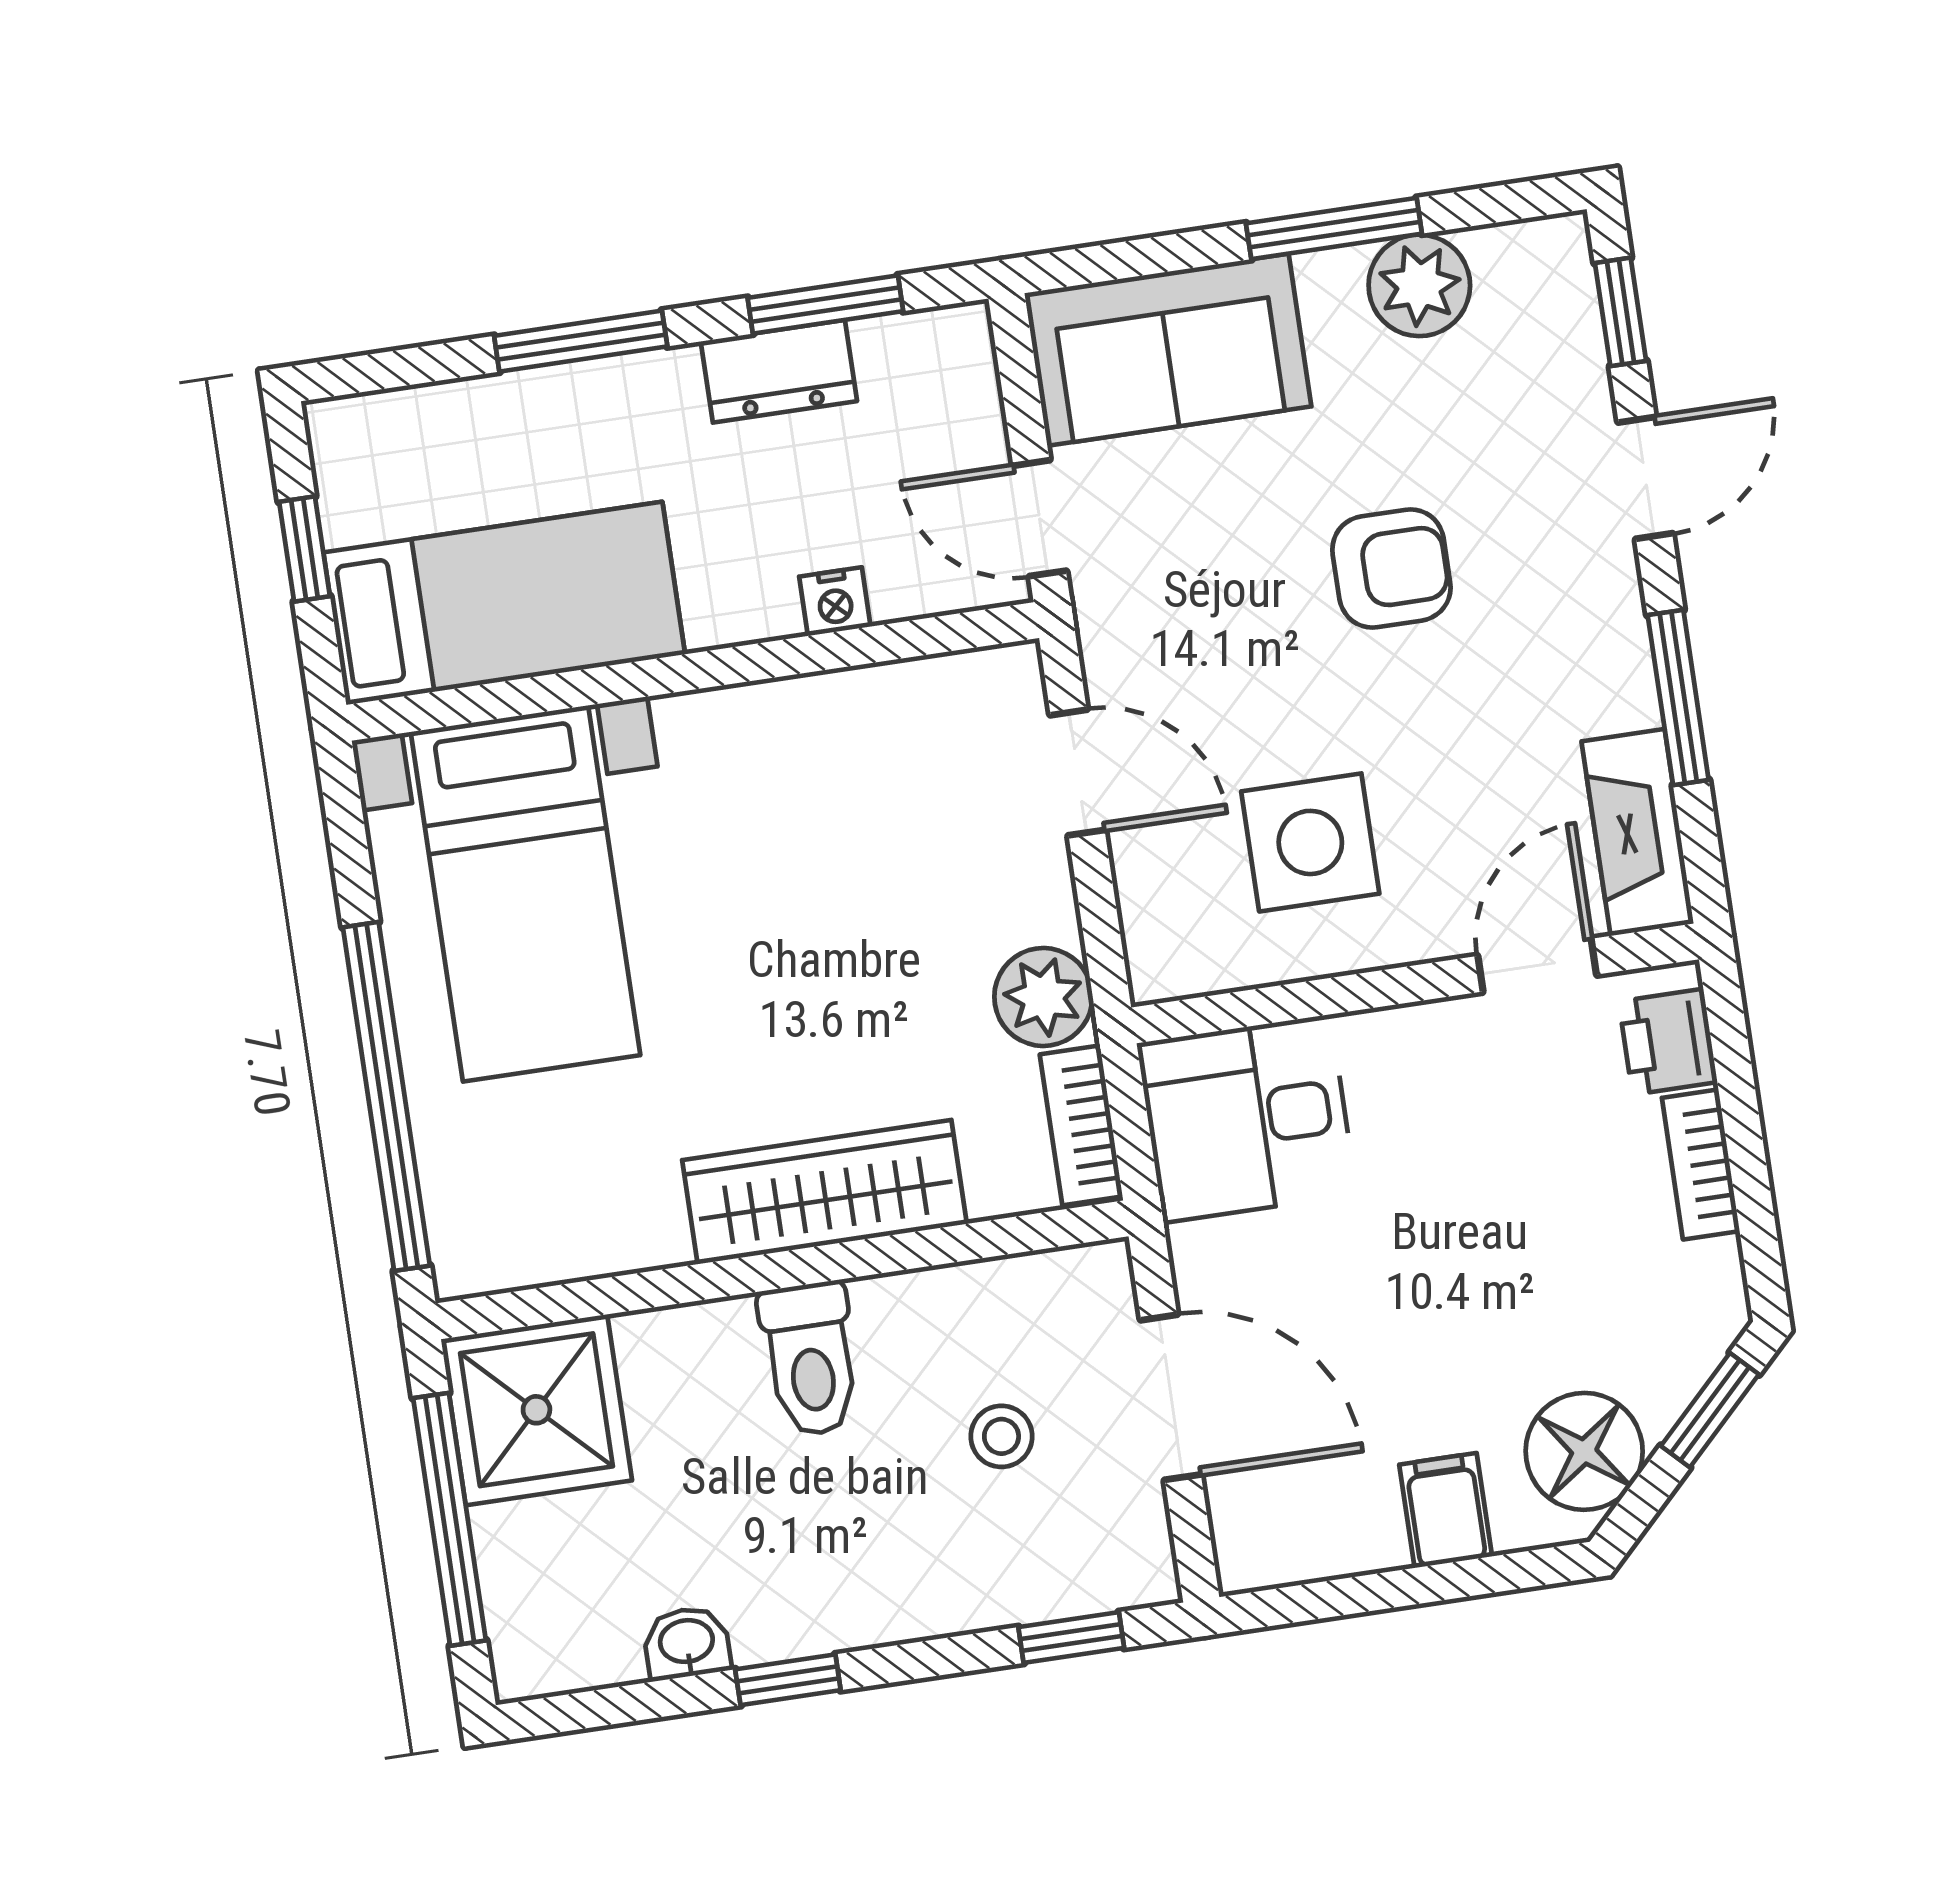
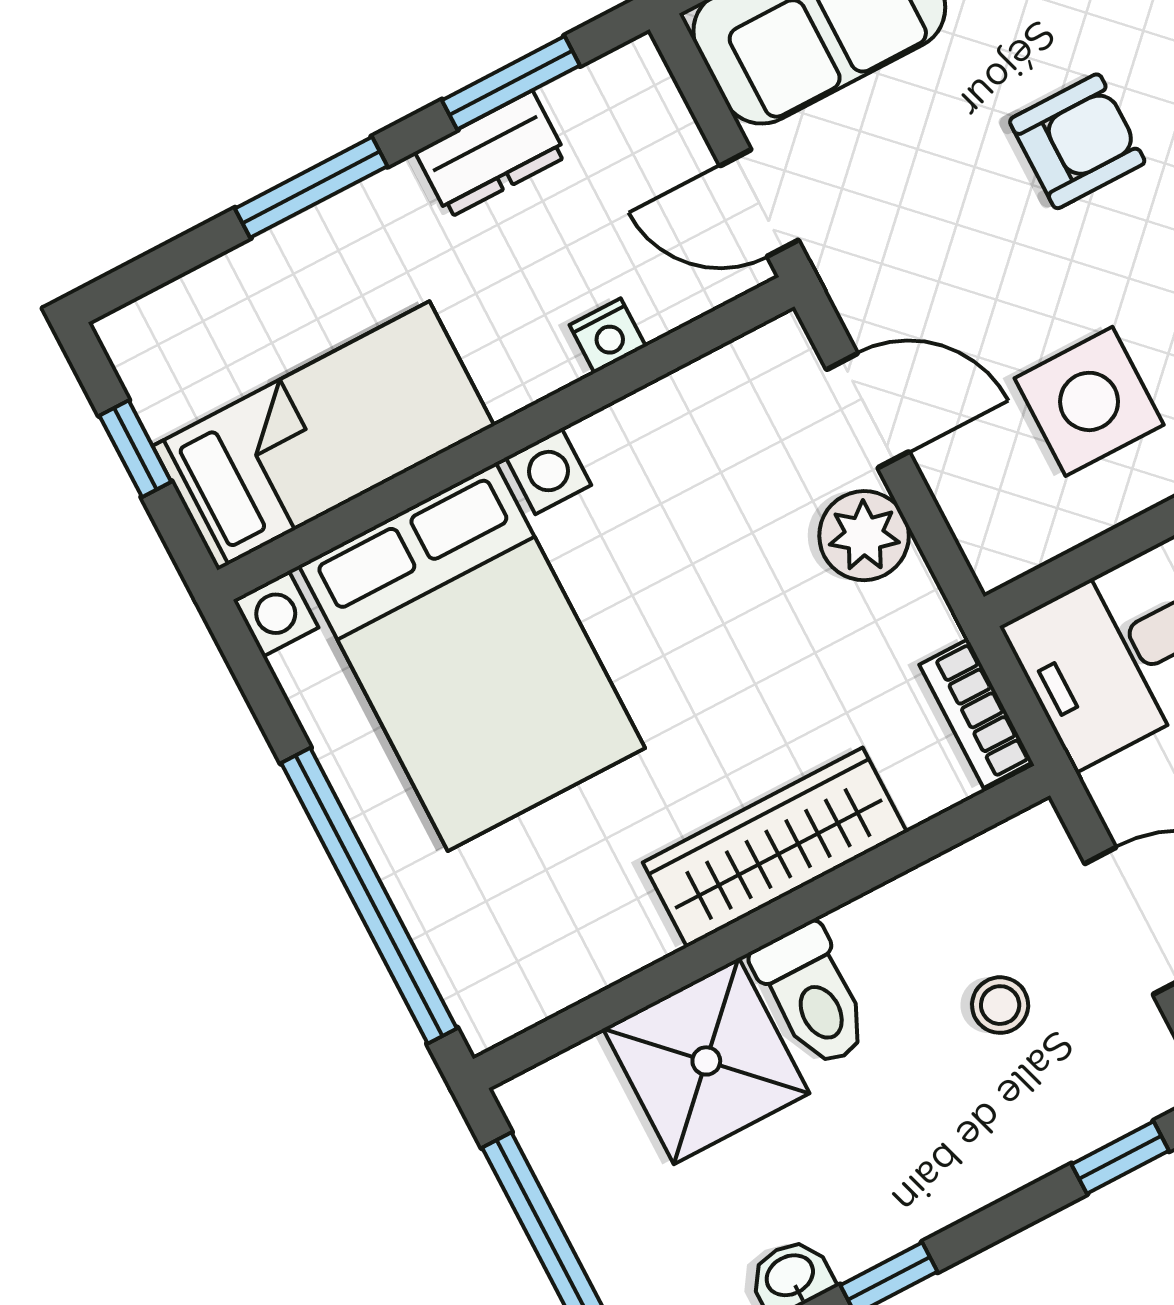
bed with nightstands: (525, 894) -> (472, 657), width x1.36
plant: (1043, 997) -> (864, 536), moved
shower: (536, 1410) -> (706, 1061), moved

